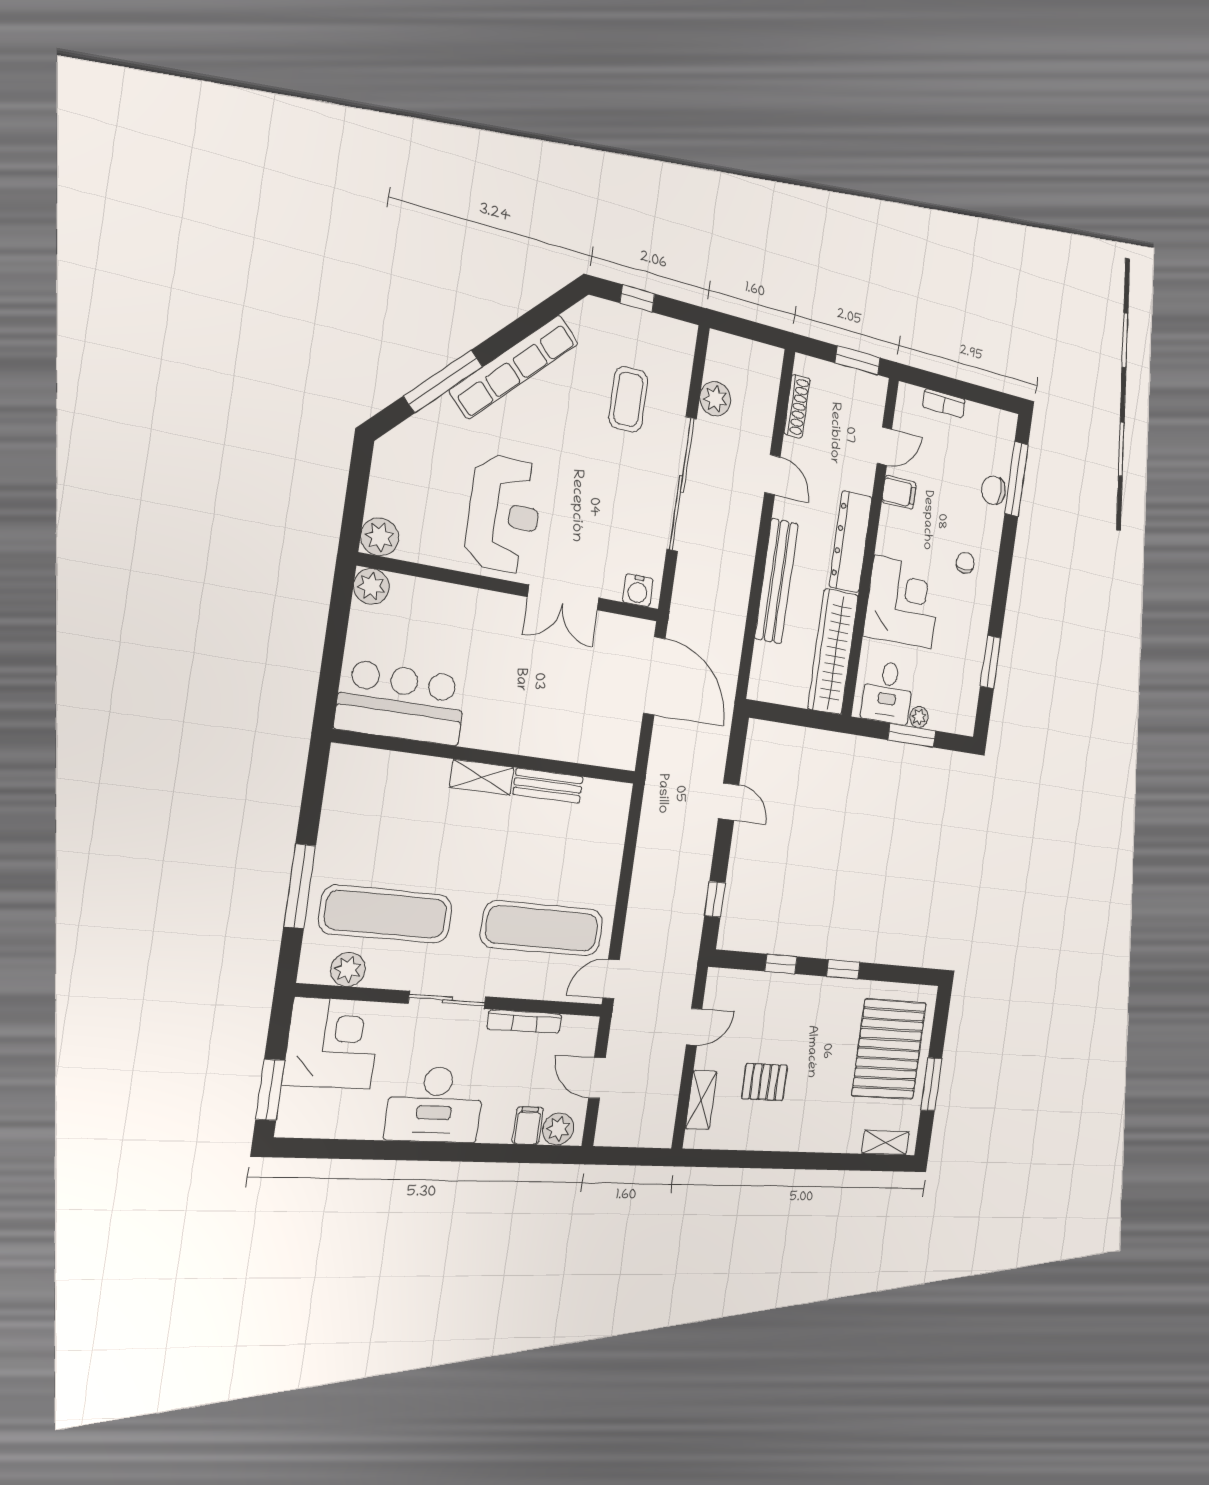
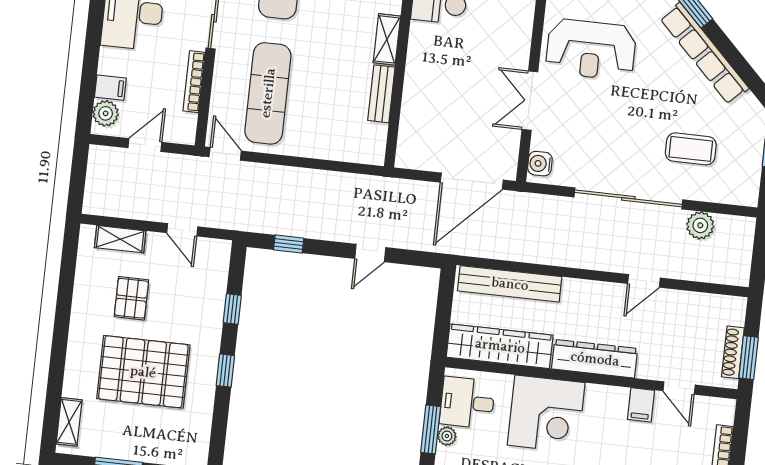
shoe rack: (797, 406) -> (733, 352), moved, turned 90
bench: (777, 581) -> (510, 284), moved
pallet: (889, 1049) -> (143, 372), moved

